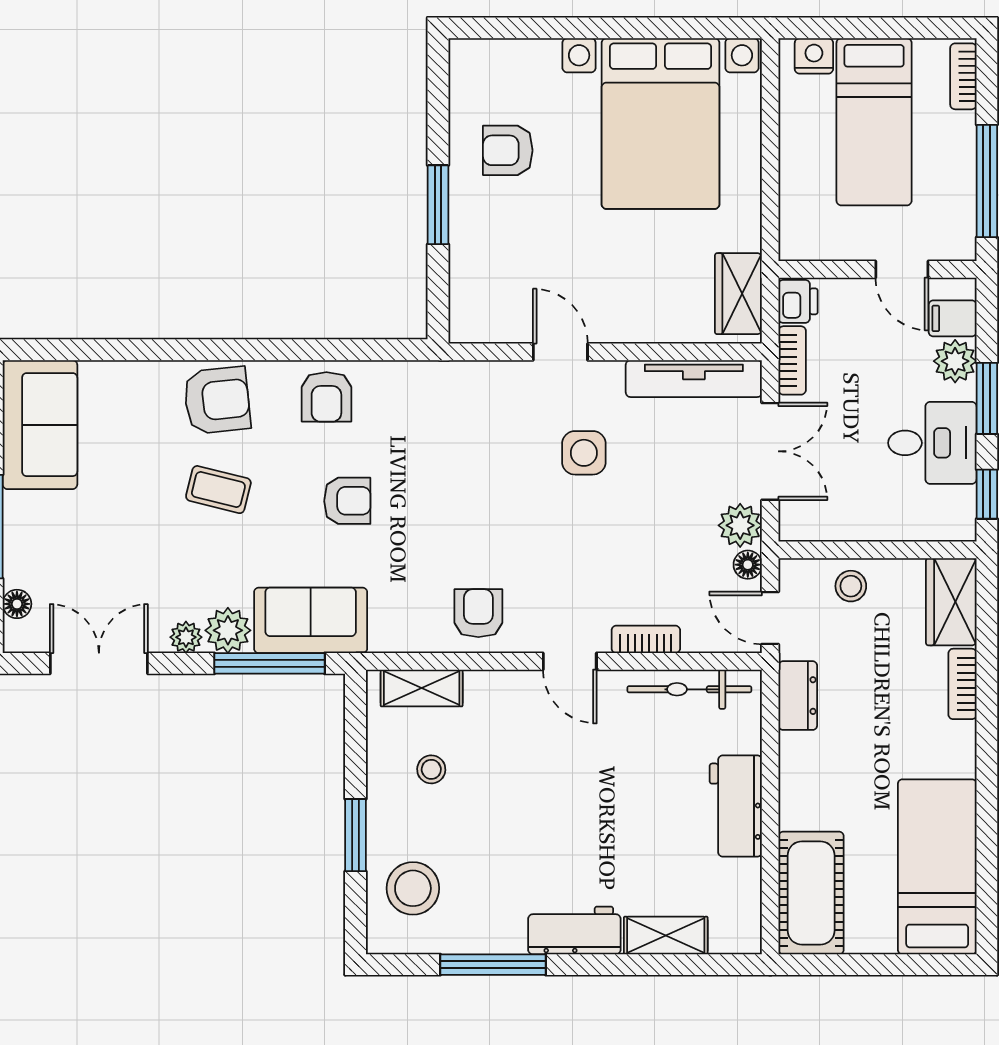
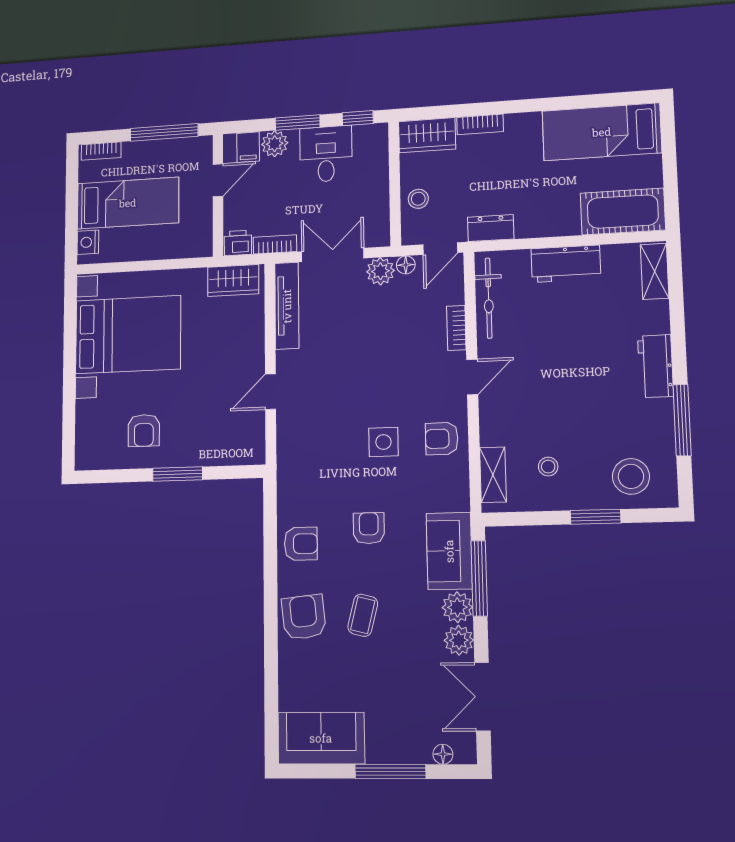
side table: (584, 453) -> (383, 442), moved
plant: (186, 637) -> (459, 640), width x1.38, depth x1.38
shelving: (666, 935) -> (655, 271), moved

